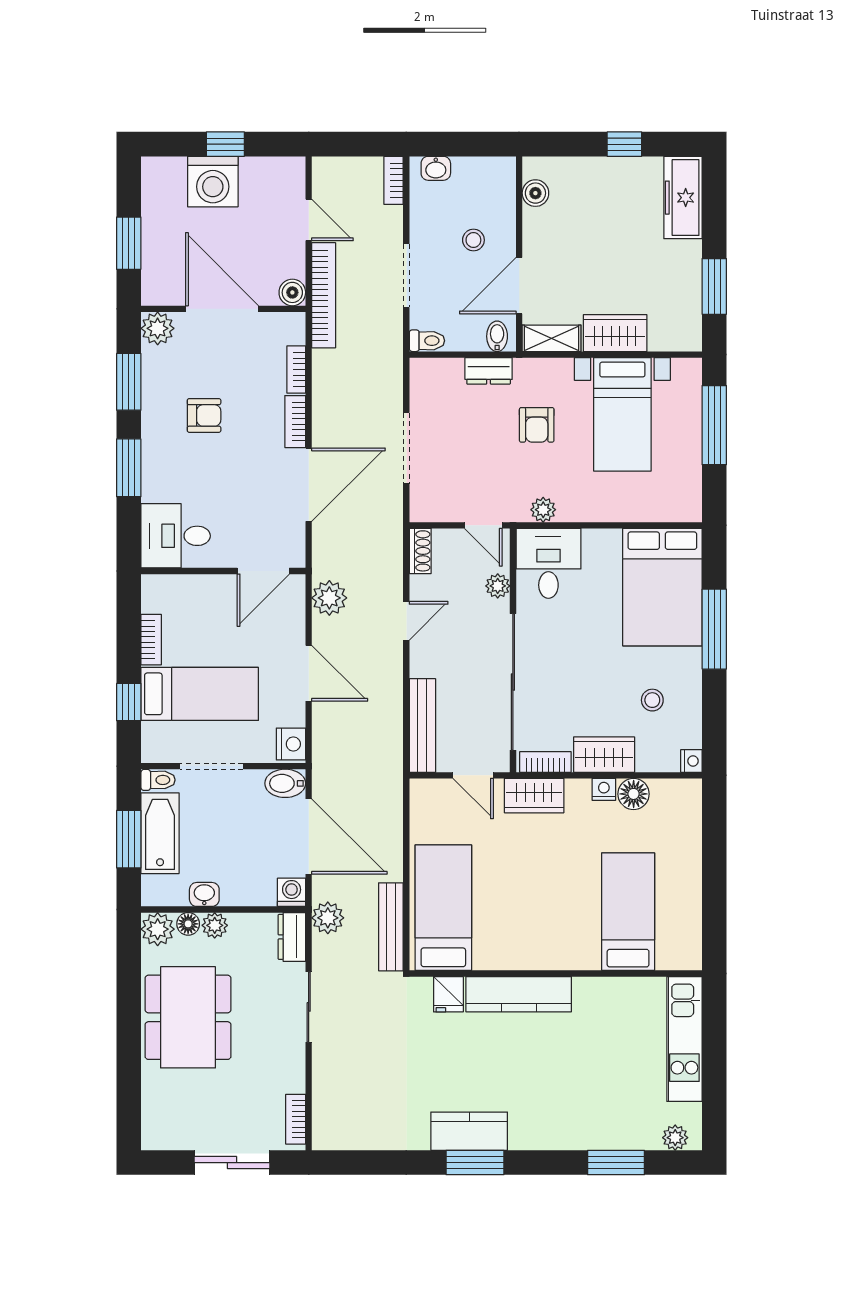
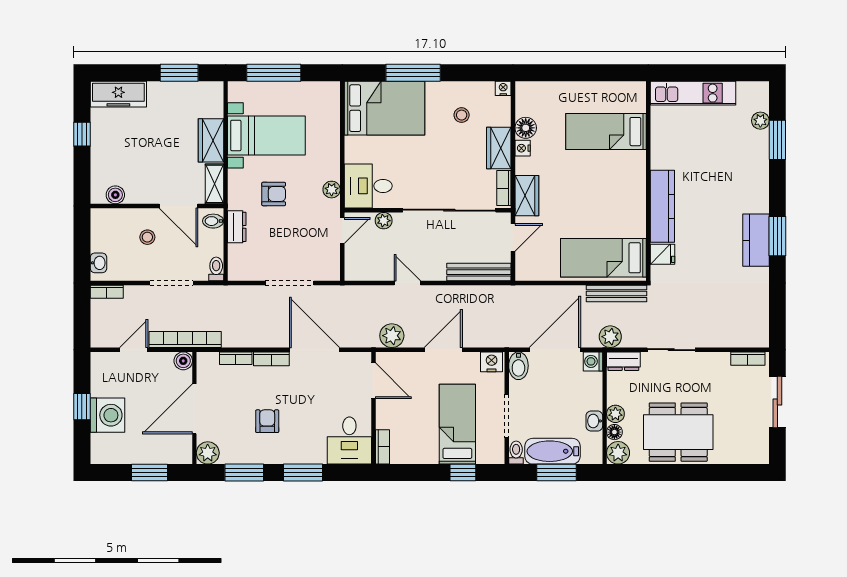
shoe rack: (420, 551) -> (360, 273), removed
bookcase: (151, 640) -> (382, 447), moved, turned 90
plant: (675, 1138) -> (760, 121), moved

